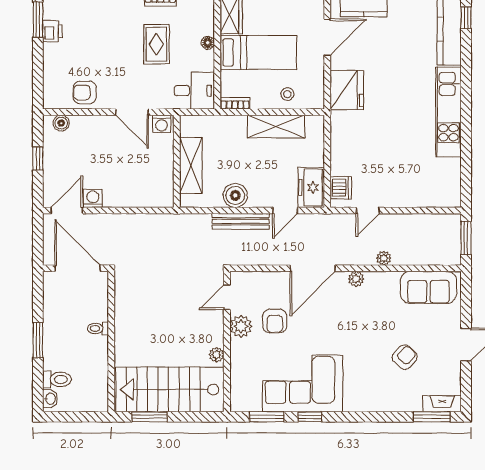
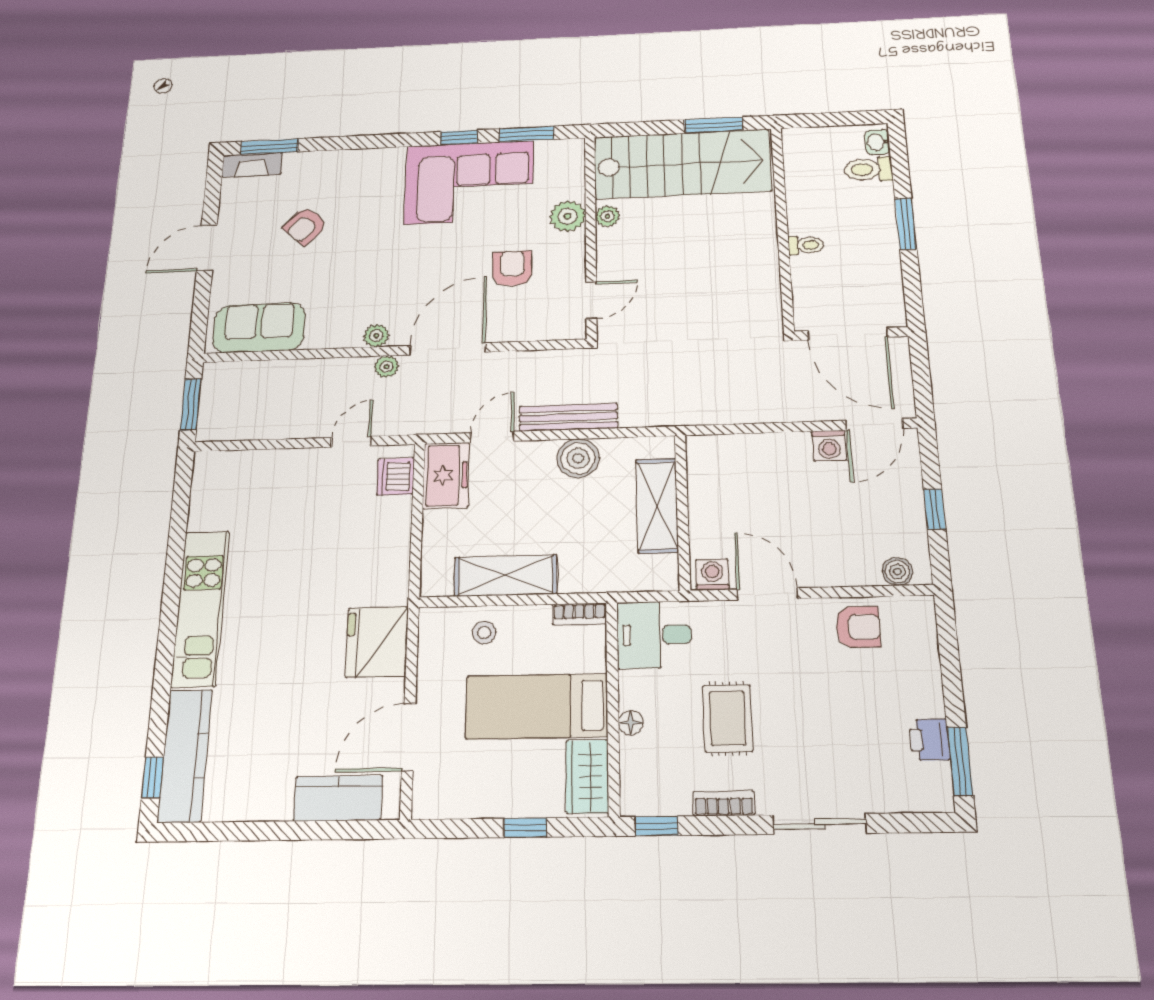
plant: (384, 258) -> (387, 367), moved
plant: (241, 326) -> (568, 216), moved

